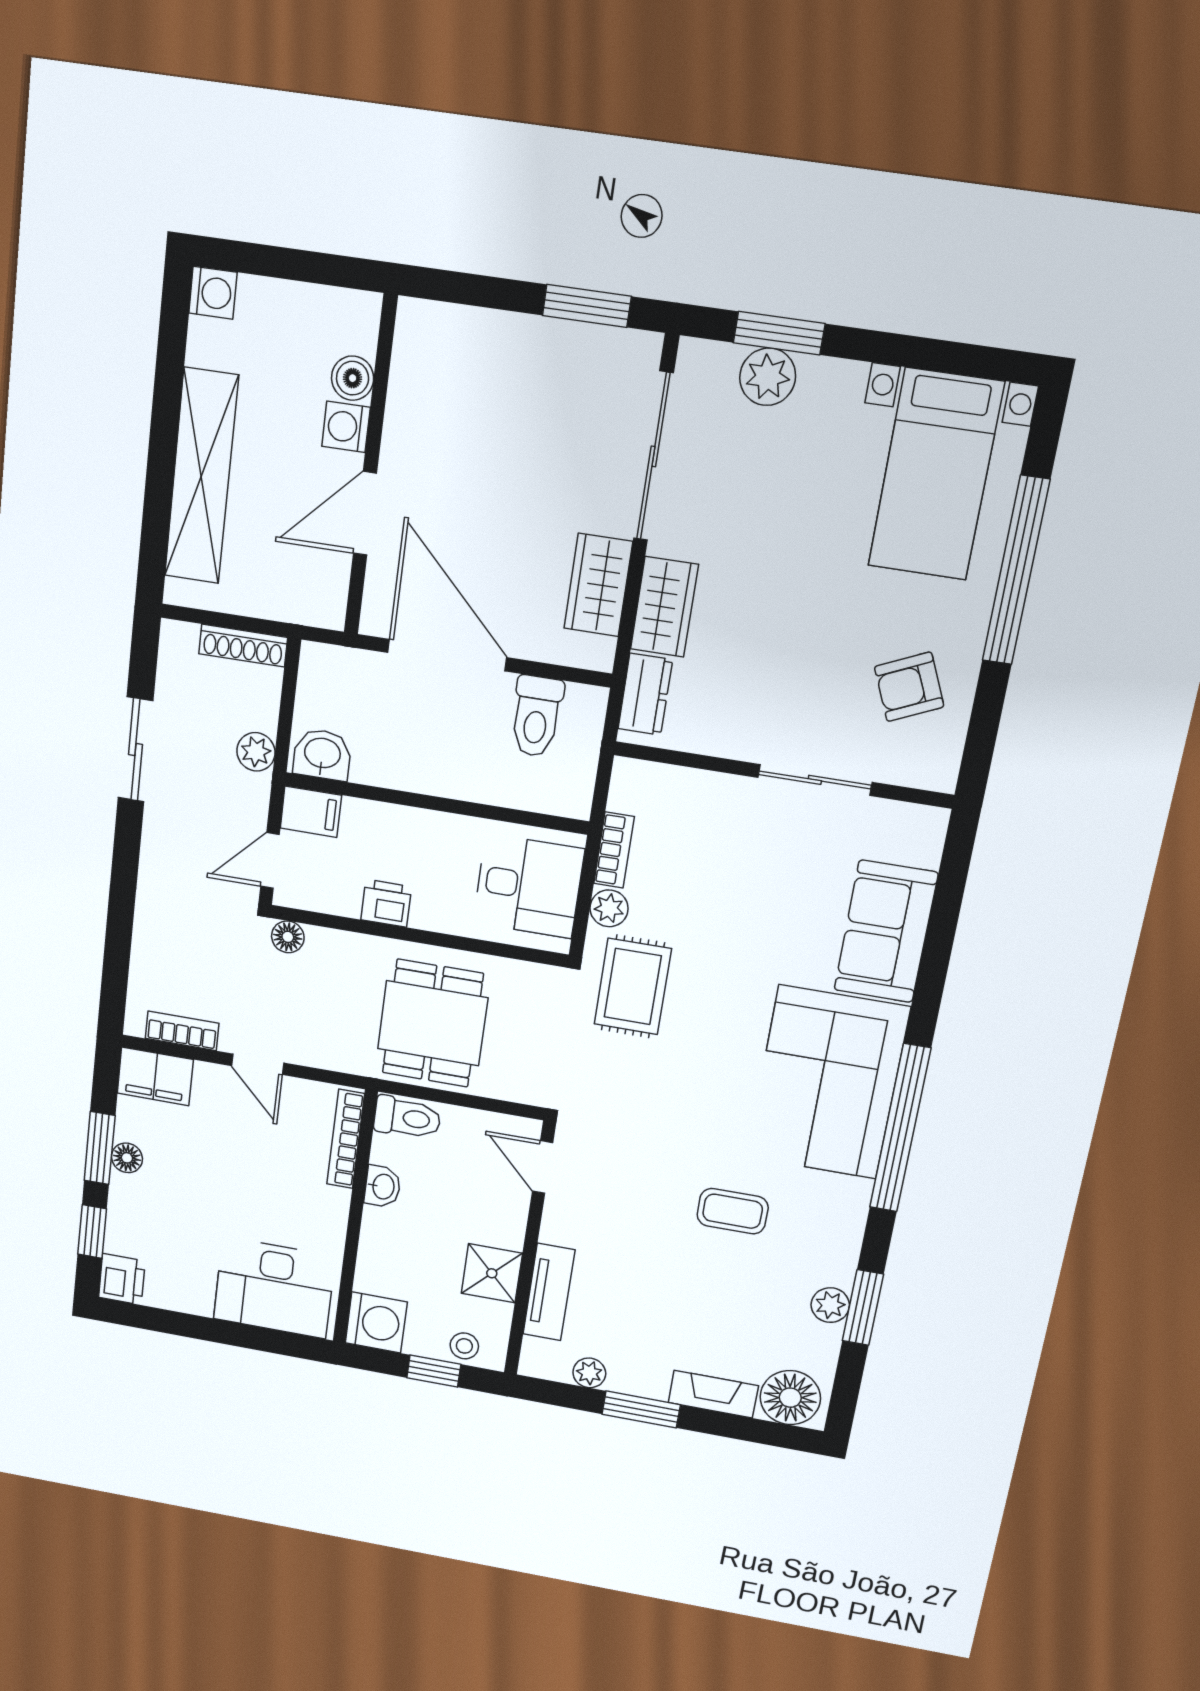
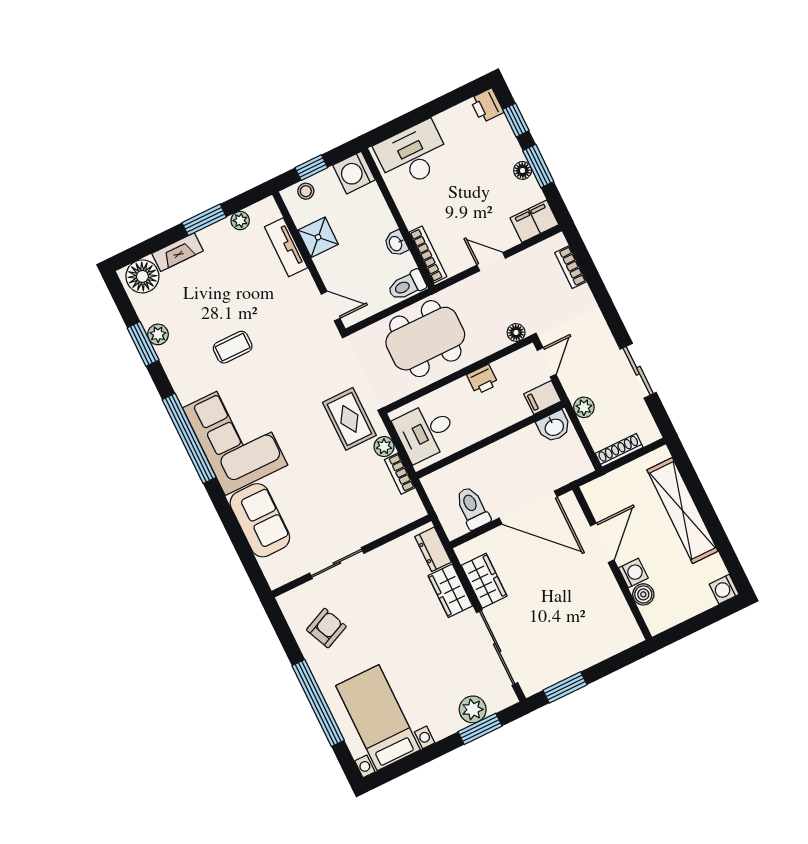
dining table: (433, 1023) -> (425, 339), width x1.38
bookcase: (182, 1031) -> (571, 267), moved, turned 90

